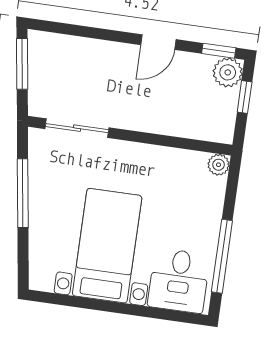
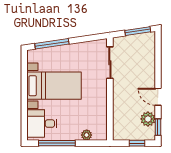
plant: (228, 72) -> (148, 119), moved
plant: (219, 165) -> (87, 135), moved
window: (23, 193) -> (52, 44), moved

